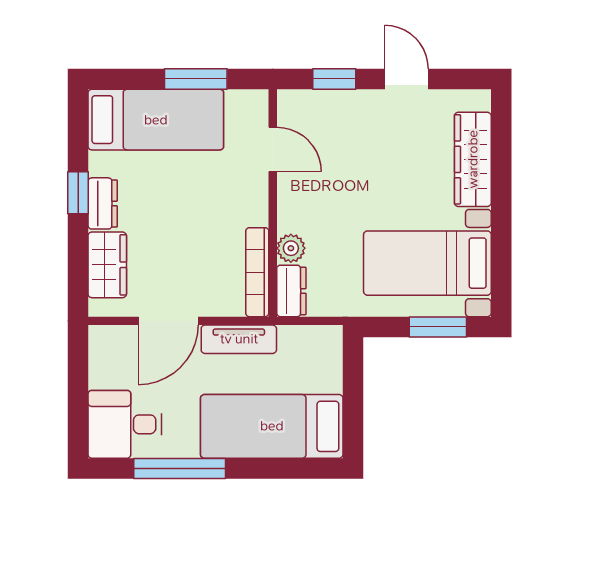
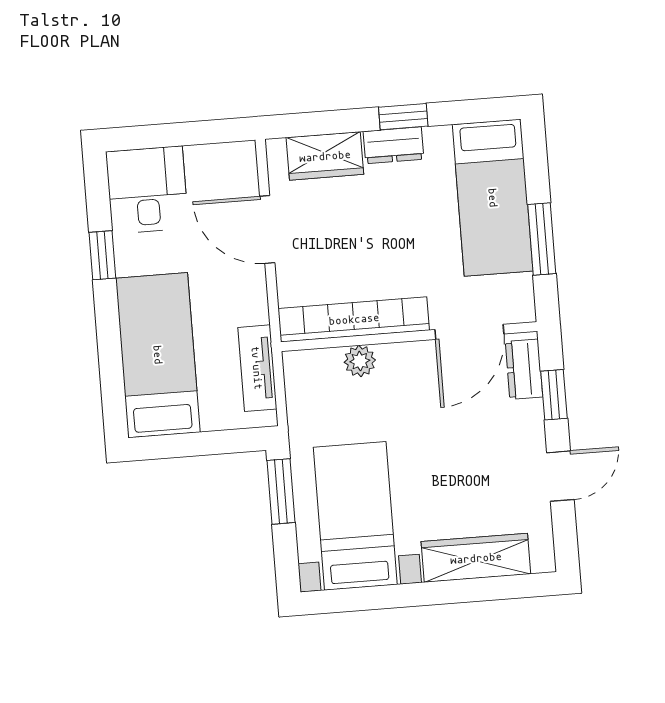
door: (273, 149) -> (469, 332), width x1.38
bookcase: (257, 272) -> (354, 319), width x1.48, depth x1.31
dresser: (291, 291) -> (524, 369), moved, turned 90
window: (438, 327) -> (281, 491), moved
tv unit: (239, 339) -> (257, 368), moved
window: (180, 468) -> (102, 255), width x0.46

